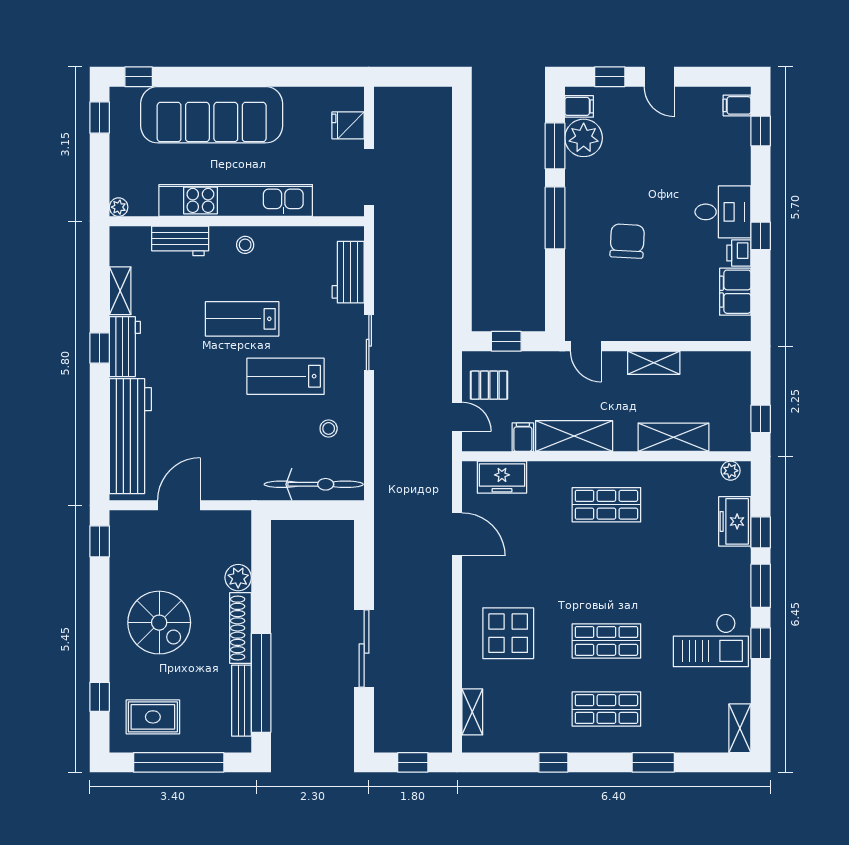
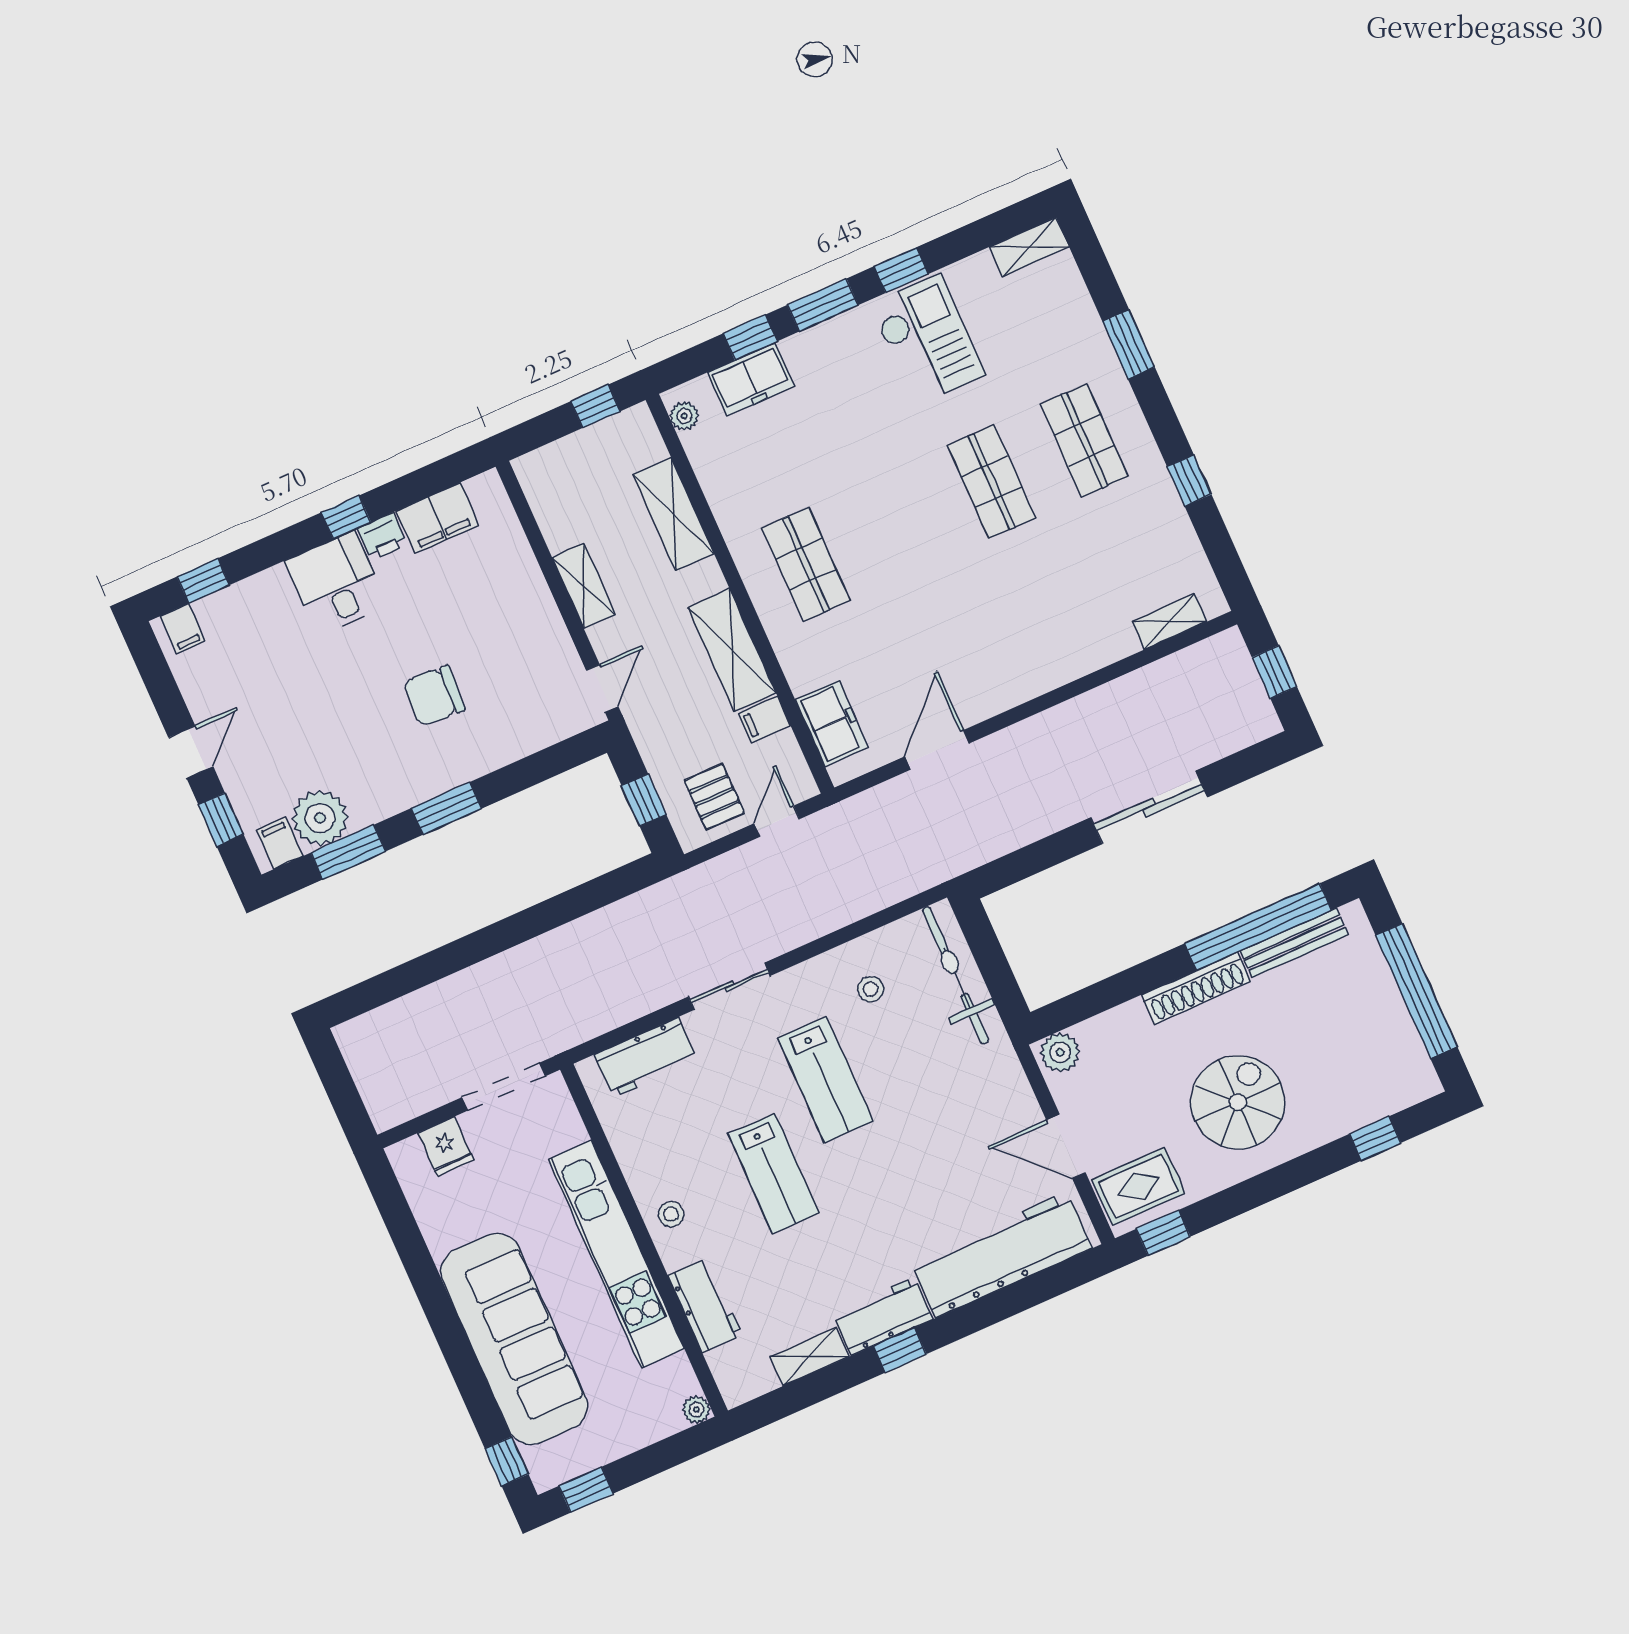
window: (555, 218) -> (446, 808), width x0.69
plant: (238, 578) -> (1060, 1052), moved
display table: (508, 633) -> (1041, 620), removed
rug: (153, 717) -> (1139, 1186), moved, turned 90

